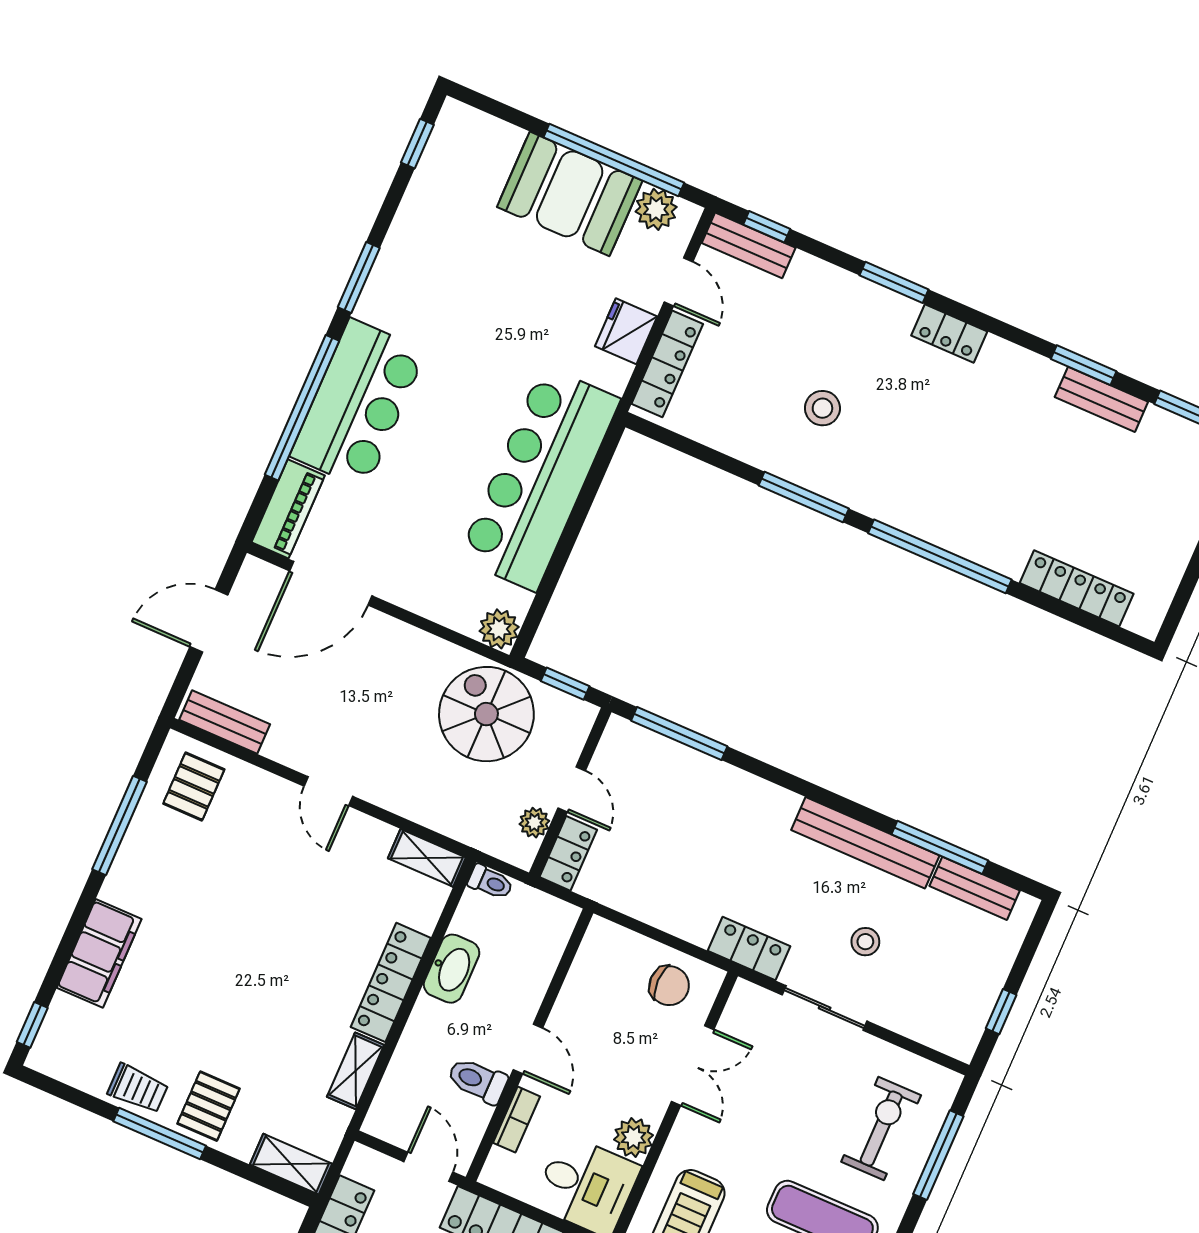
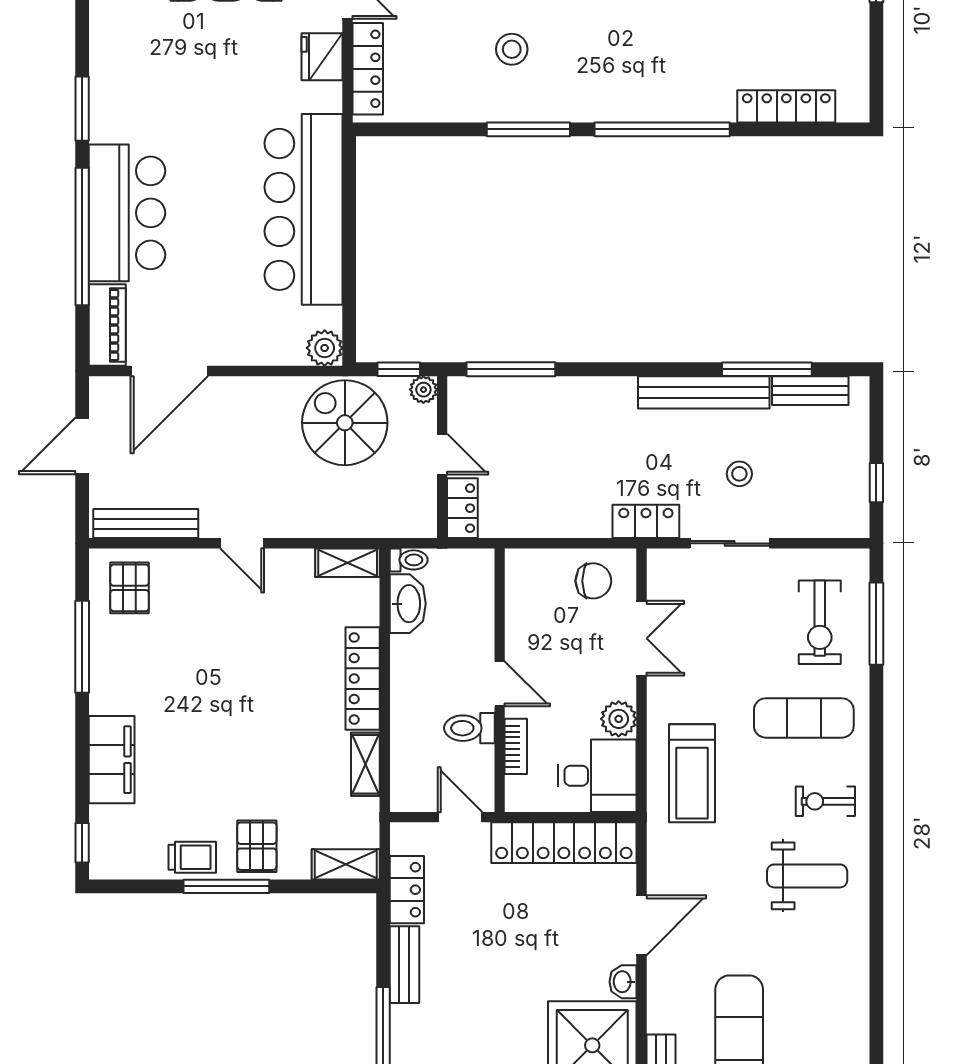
bench: (225, 722) -> (146, 524), width x1.36
plant: (534, 823) -> (423, 390), moved
washbasin: (452, 969) -> (408, 604), moved
exercise bike: (881, 1128) -> (820, 622), turned 180

